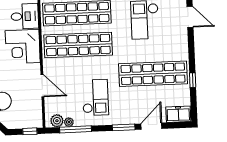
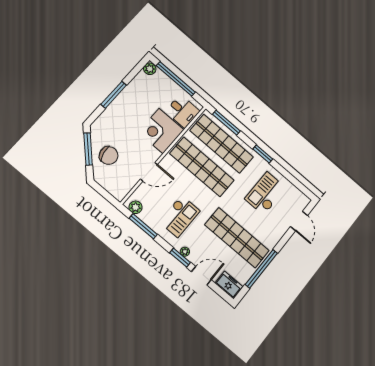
window: (193, 80) -> (261, 269), width x3.17
door: (42, 86) -> (149, 172), hinge flipped
plant: (69, 122) -> (185, 252), moved
window: (30, 131) -> (108, 197), removed

